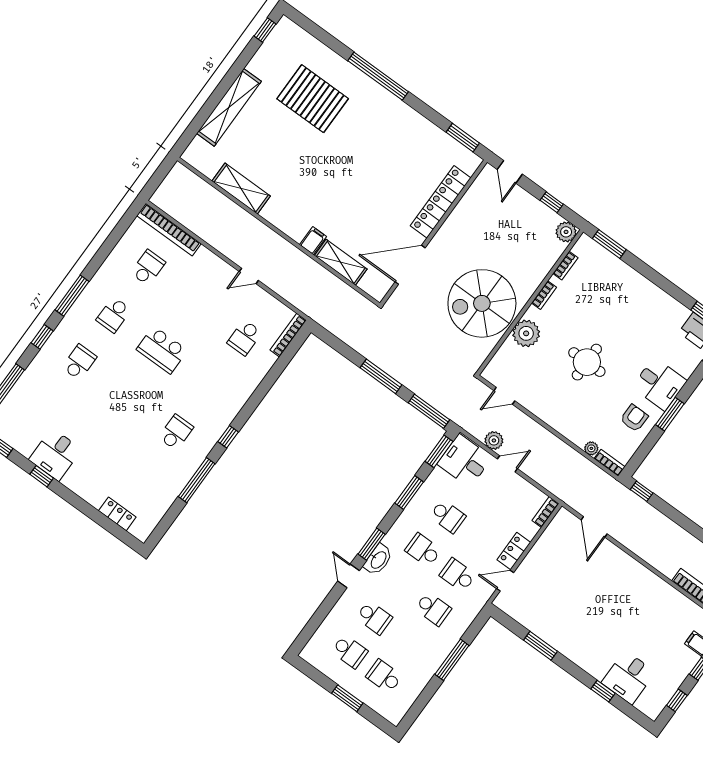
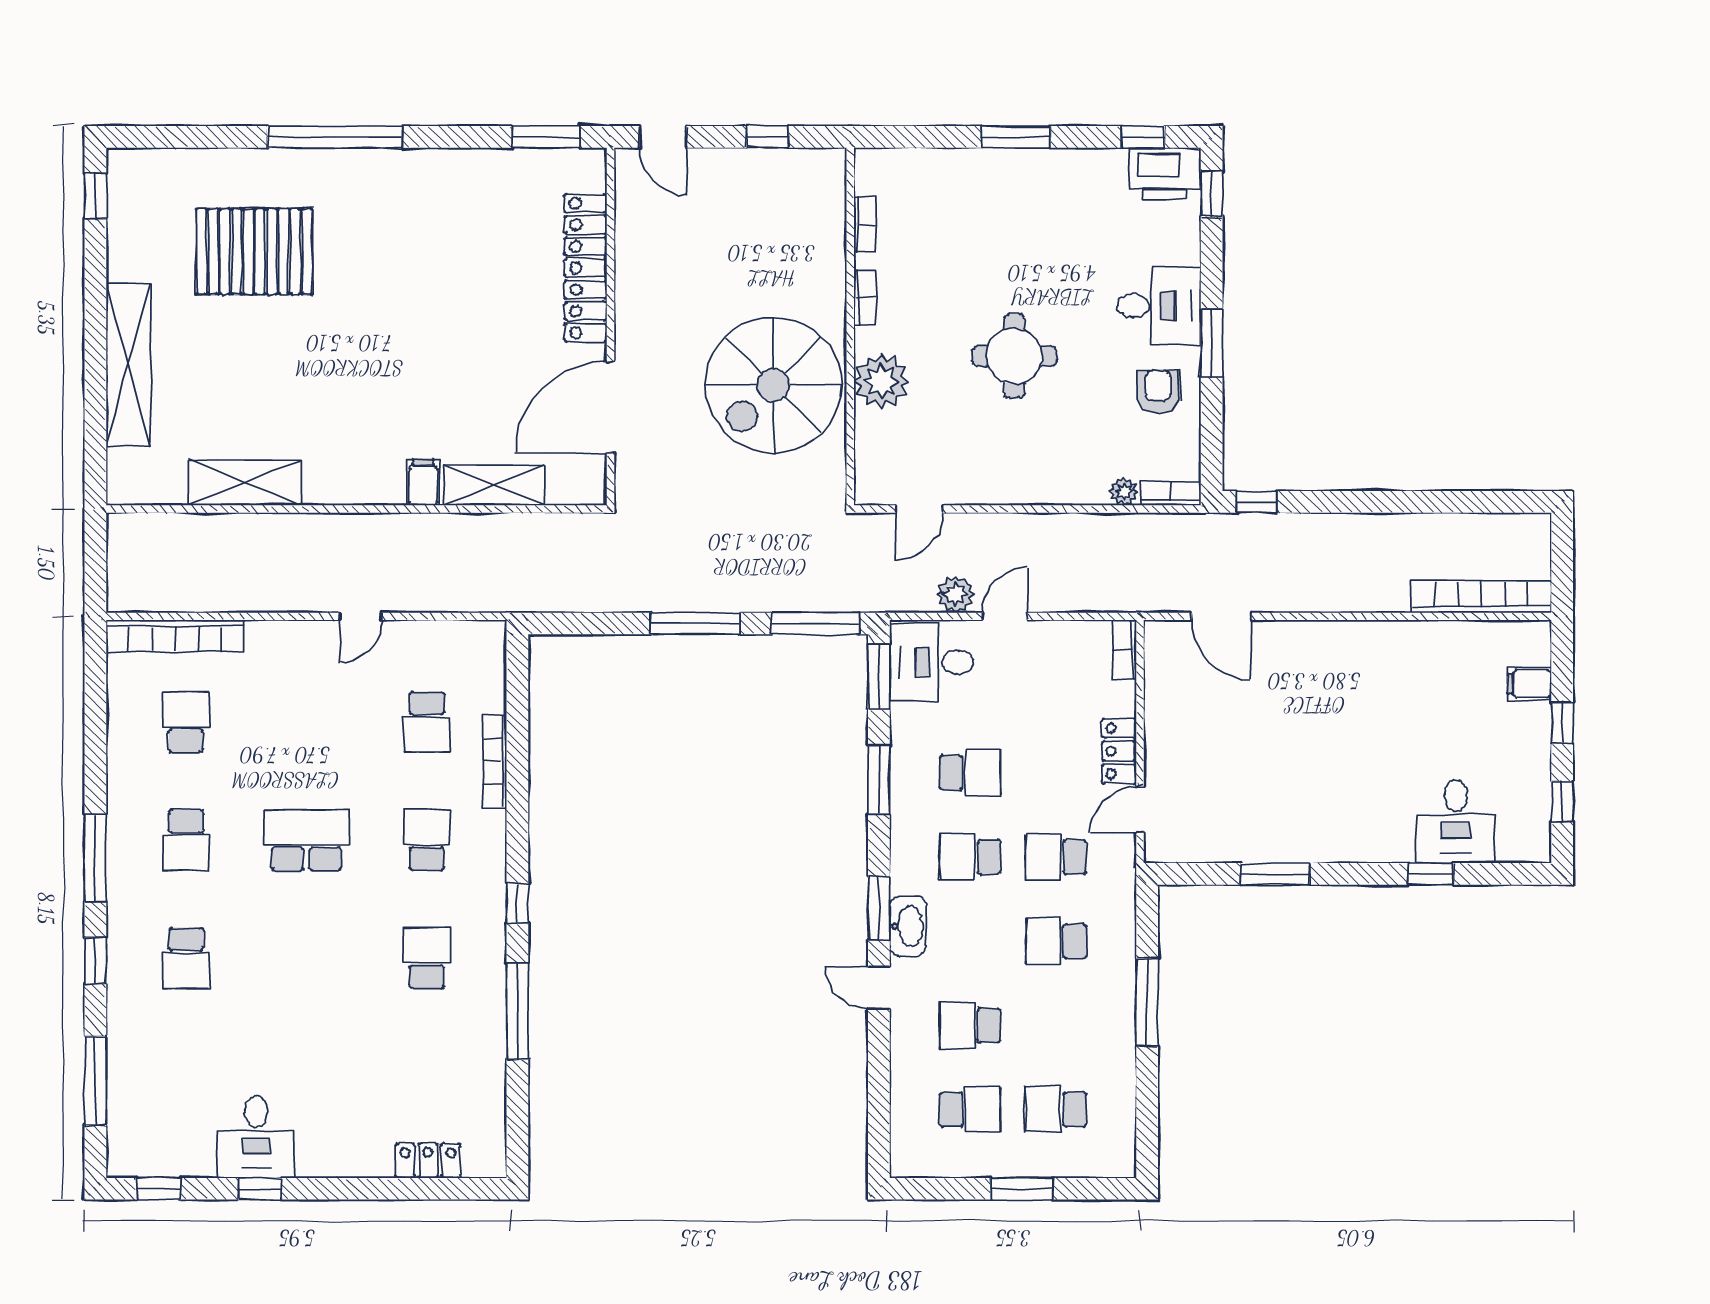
plant: (566, 232) -> (826, 168), removed
window: (609, 244) -> (1016, 137), moved
bookcase: (288, 335) -> (495, 761), moved
school desk: (162, 350) -> (306, 840), turned 180
school desk: (79, 362) -> (186, 958), turned 180
school desk: (210, 385) -> (427, 840), added
school desk: (433, 609) -> (1056, 941), turned 180
school desk: (374, 618) -> (970, 1025), turned 180

